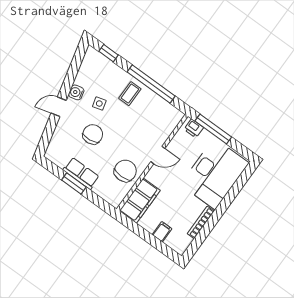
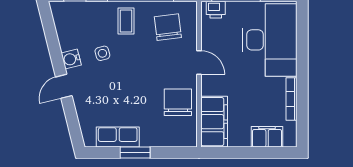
chair: (93, 134) -> (168, 27), moved
door: (158, 155) -> (199, 63), hinge flipped
row of seats: (81, 173) -> (118, 137), moved
filing cabinet: (162, 232) -> (267, 137), width x2.00

